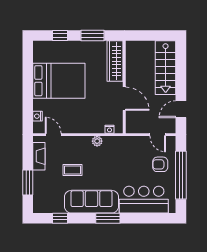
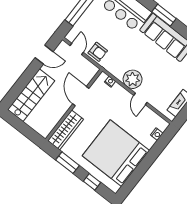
bed: (59, 81) -> (116, 153), width x1.36
door: (53, 135) -> (140, 99), moved
plant: (97, 141) -> (133, 79), width x1.88, depth x1.88
armchair: (160, 164) -> (98, 52), moved
coffee table: (72, 170) -> (162, 73), removed

